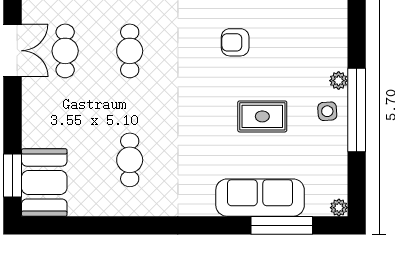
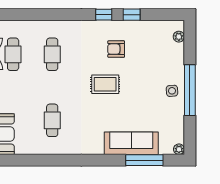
plant: (339, 81) -> (179, 37), moved
rug: (262, 116) -> (105, 84), moved

